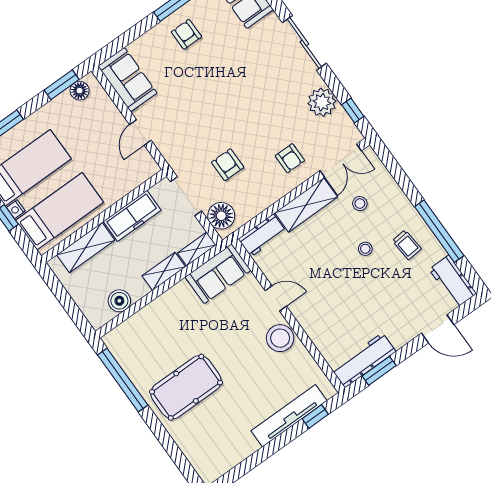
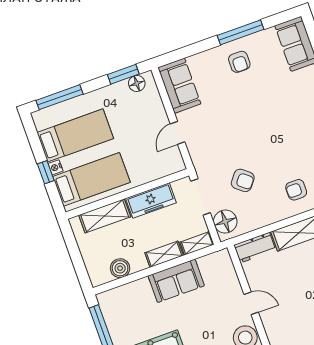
armchair: (186, 34) -> (239, 62), turned 180
armchair: (290, 158) -> (296, 190), turned 90
armchair: (228, 165) -> (243, 180), turned 129
sofa: (218, 274) -> (176, 281), moved

